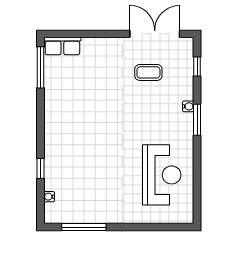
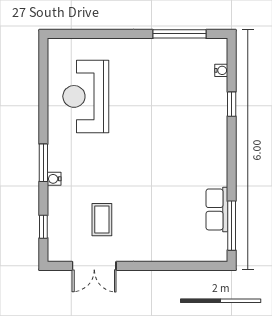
double door: (155, 34) -> (94, 266), width x0.73
row of seats: (62, 46) -> (217, 209), moved, turned -90
coffee table: (148, 72) -> (102, 220), turned 90

